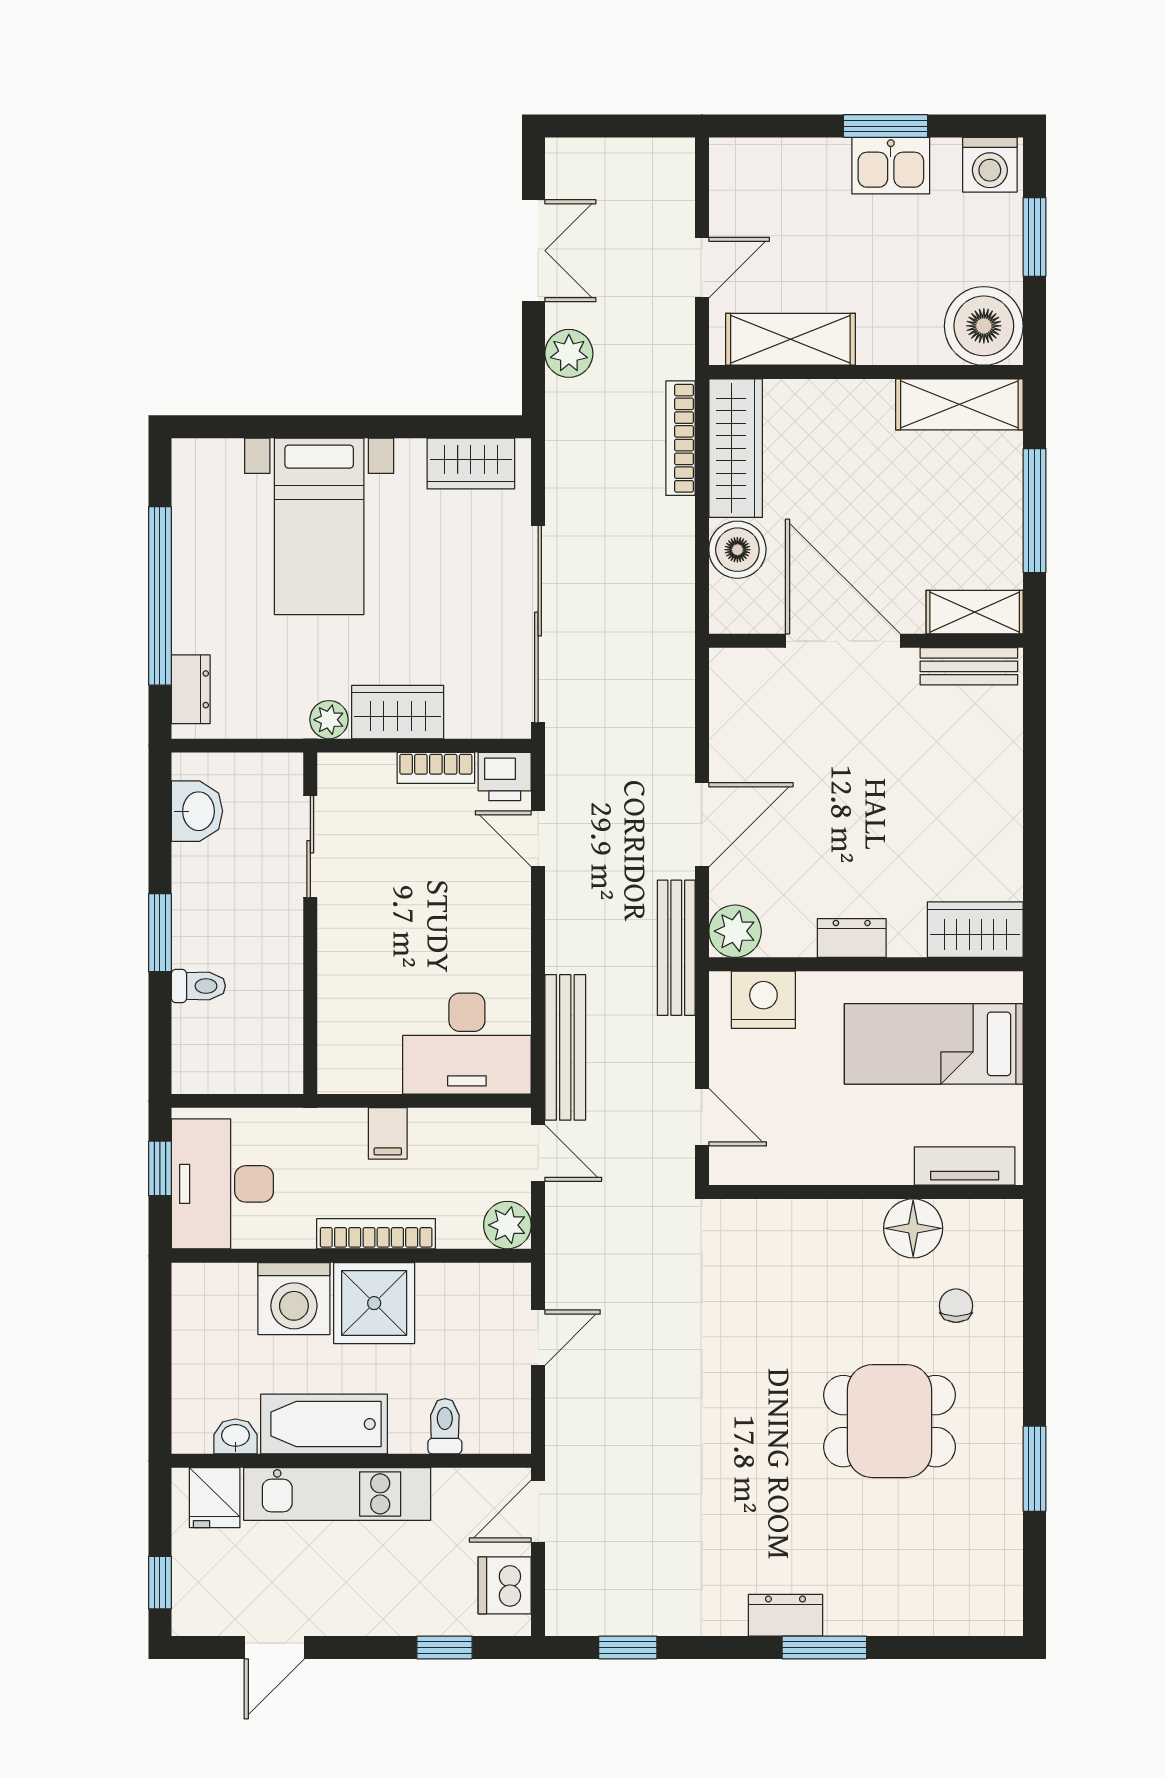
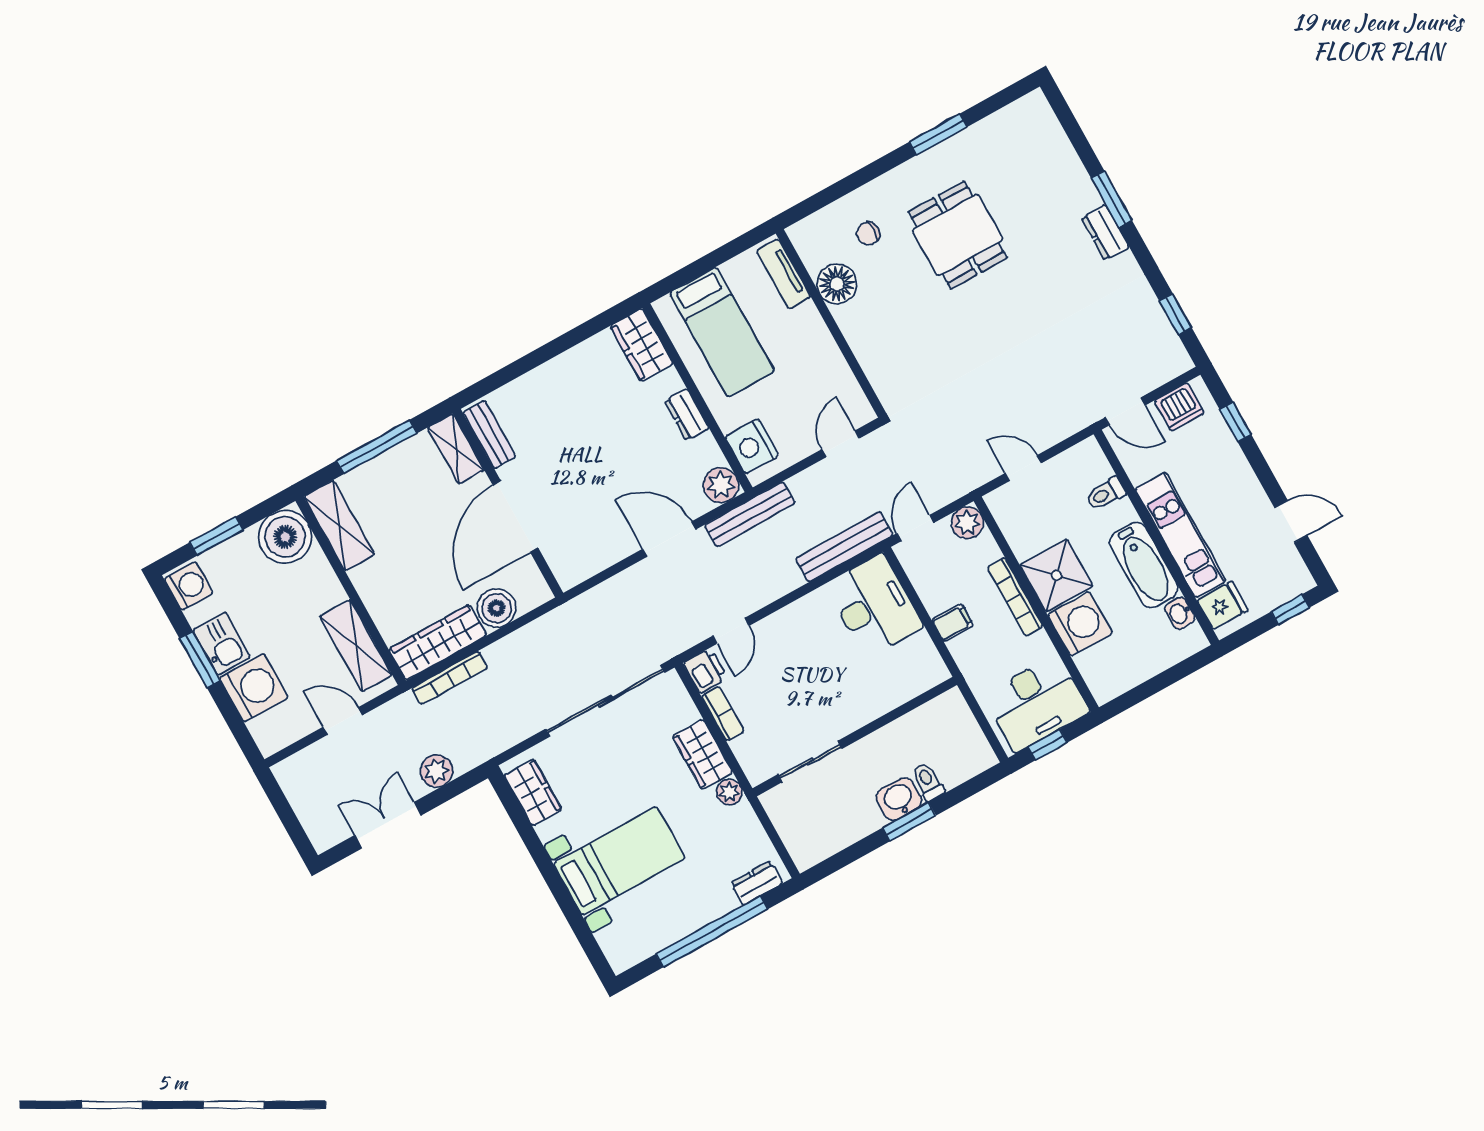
washing machine: (810, 176) -> (254, 688), added
washbasin: (197, 811) -> (899, 799), moved

